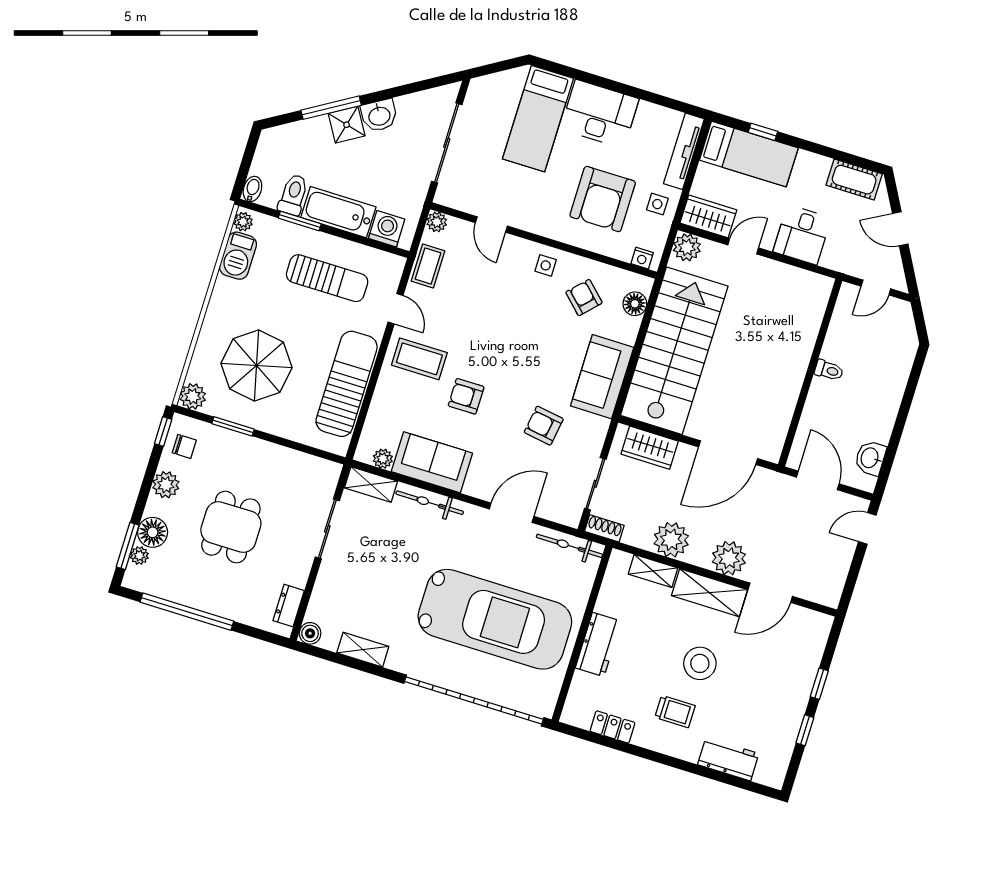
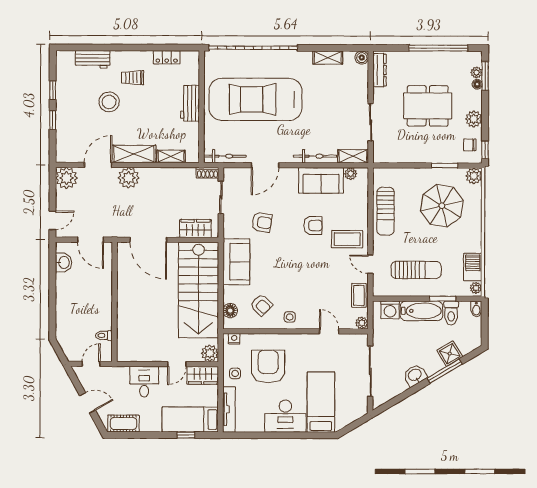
shower: (347, 125) -> (450, 354), moved
sun lounger: (327, 278) -> (416, 270), turned 180
toilet: (829, 370) -> (104, 335), moved
sun lounger: (347, 384) -> (386, 211), width x0.73, depth x0.75
door: (728, 453) -> (148, 240), swing flipped
dining table: (231, 527) -> (428, 106), width x1.38
floor lamp: (153, 532) -> (477, 84), width x0.53, depth x0.53
plant: (671, 540) -> (66, 178), moved
dresser: (289, 606) -> (380, 70), width x1.44
stool: (700, 663) -> (109, 102), moved

